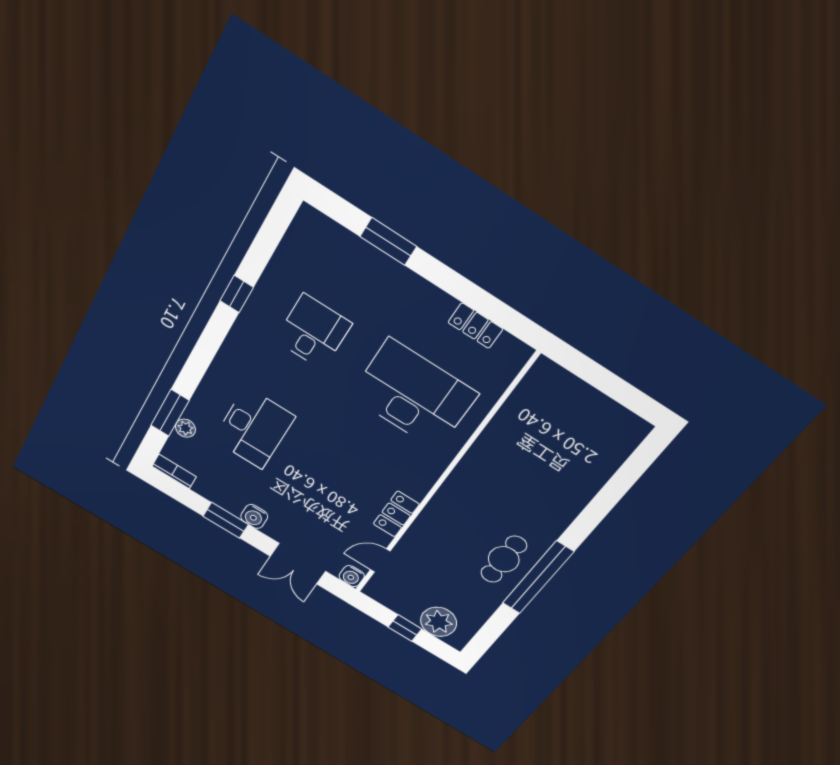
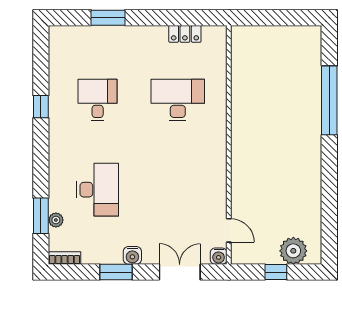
desk: (413, 395) -> (178, 100), width x0.73, depth x0.77
locker: (396, 514) -> (217, 189), removed
cafe table: (504, 559) -> (301, 174), removed
door: (380, 560) -> (229, 230), swing flipped
double door: (298, 564) -> (180, 272), swing flipped
window: (538, 578) -> (329, 100), moved

